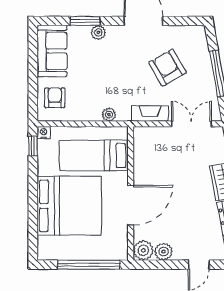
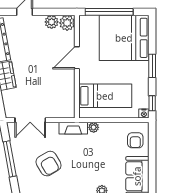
fireplace: (150, 113) -> (73, 128), moved
window: (33, 195) -> (152, 66), added
door: (131, 205) -> (77, 58), width x0.73
bed: (69, 206) -> (124, 38), moved

